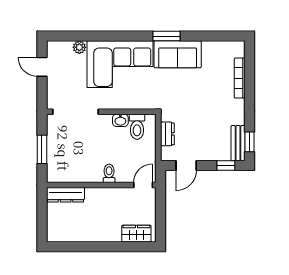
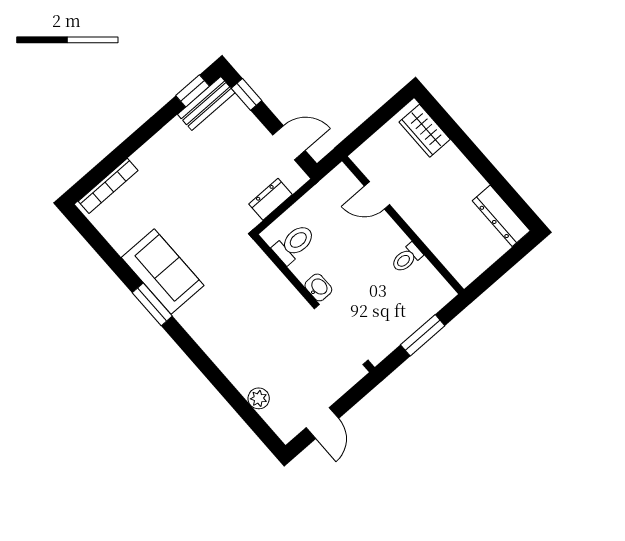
corner sofa: (120, 64) -> (236, 331), removed
bookcase: (240, 78) -> (108, 186), moved
washbasin: (120, 120) -> (318, 287), moved
toilet: (109, 173) -> (407, 258), moved
door: (143, 185) -> (377, 195), moved
dresser: (66, 195) -> (501, 216), moved, turned 180

